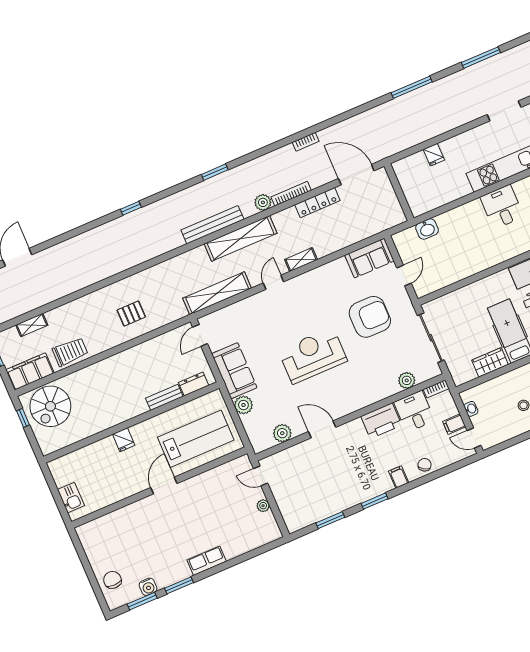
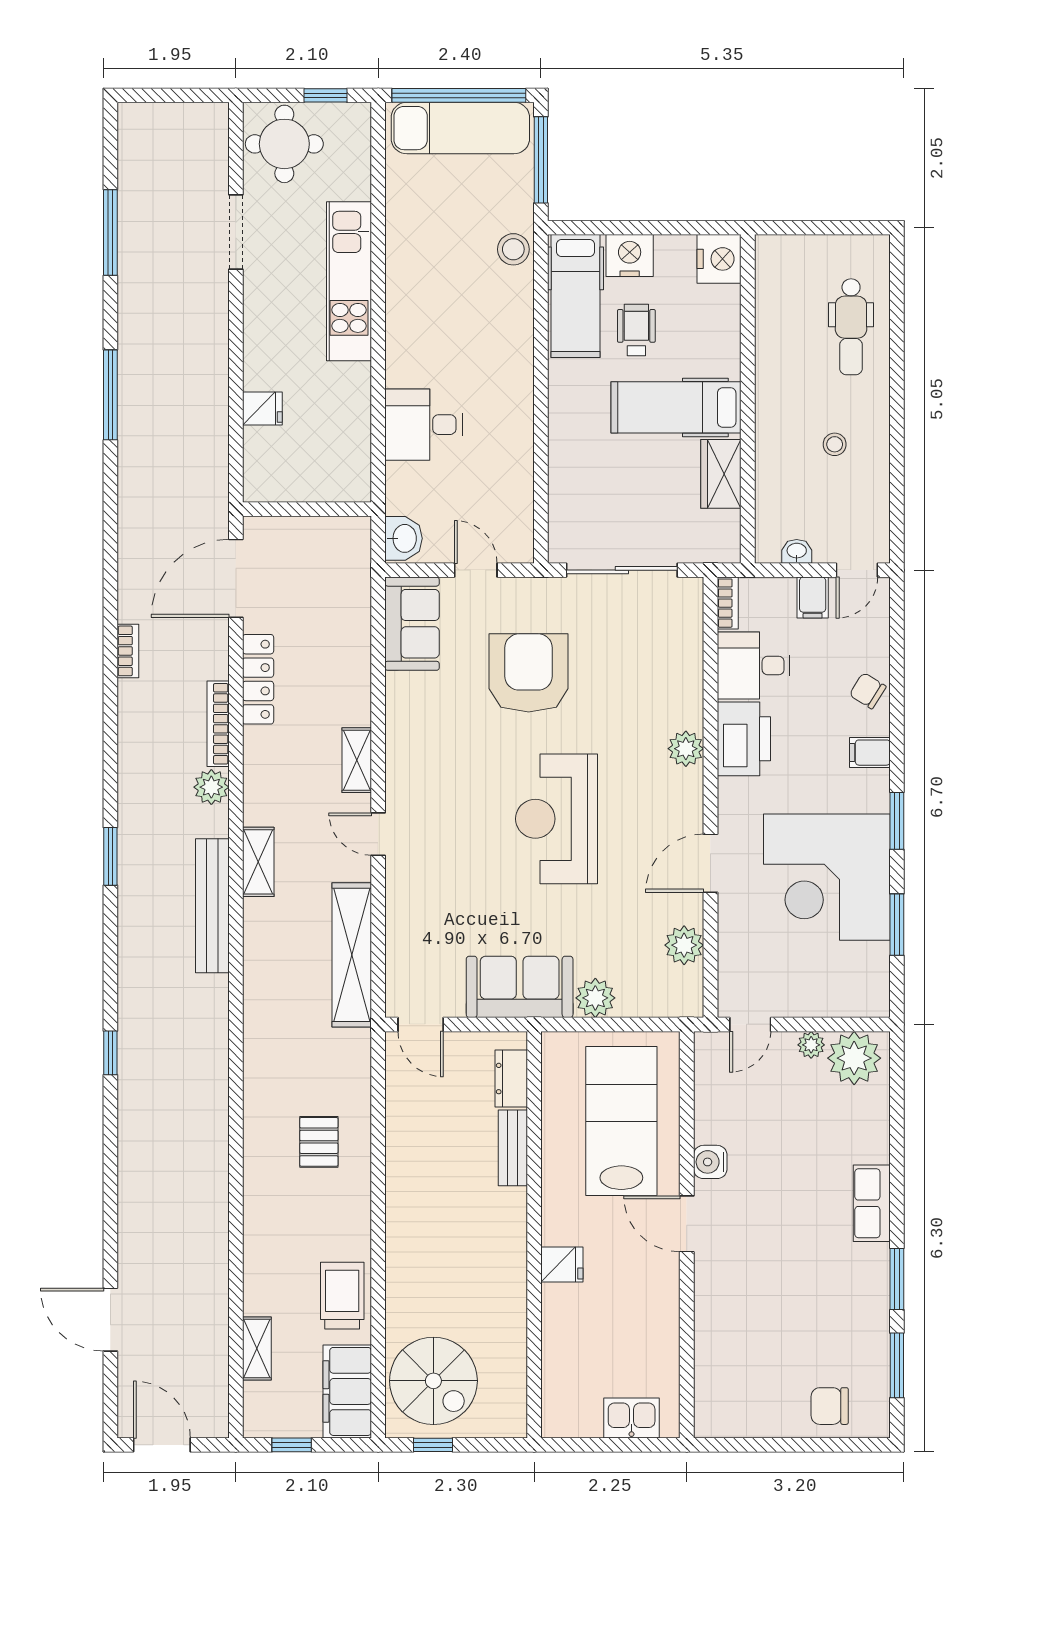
desk: (502, 207) -> (424, 425), moved
washbasin: (427, 229) -> (404, 538), moved
shelving: (241, 238) -> (258, 862), width x0.45, depth x0.75
plant: (407, 380) -> (686, 749), moved
corner desk: (338, 482) -> (827, 877), added
plant: (265, 526) -> (854, 1058), added
water cooler: (148, 587) -> (710, 1162), moved, turned 180

